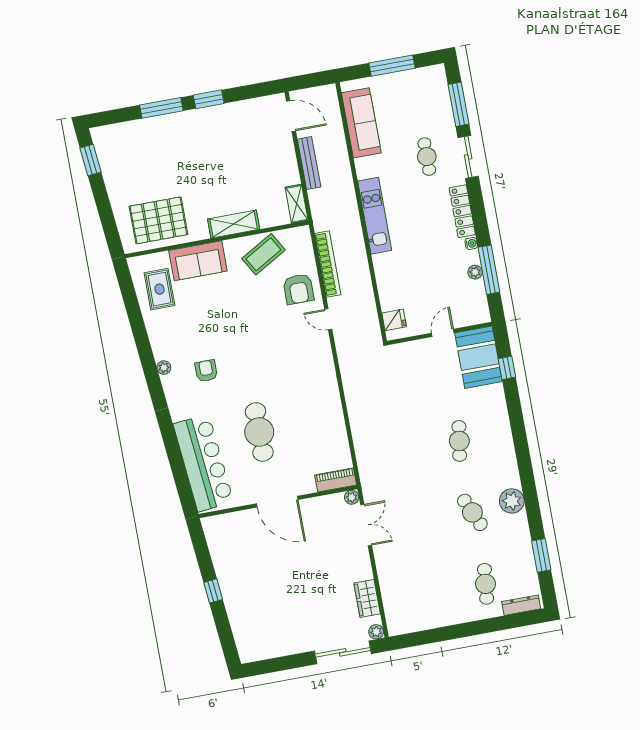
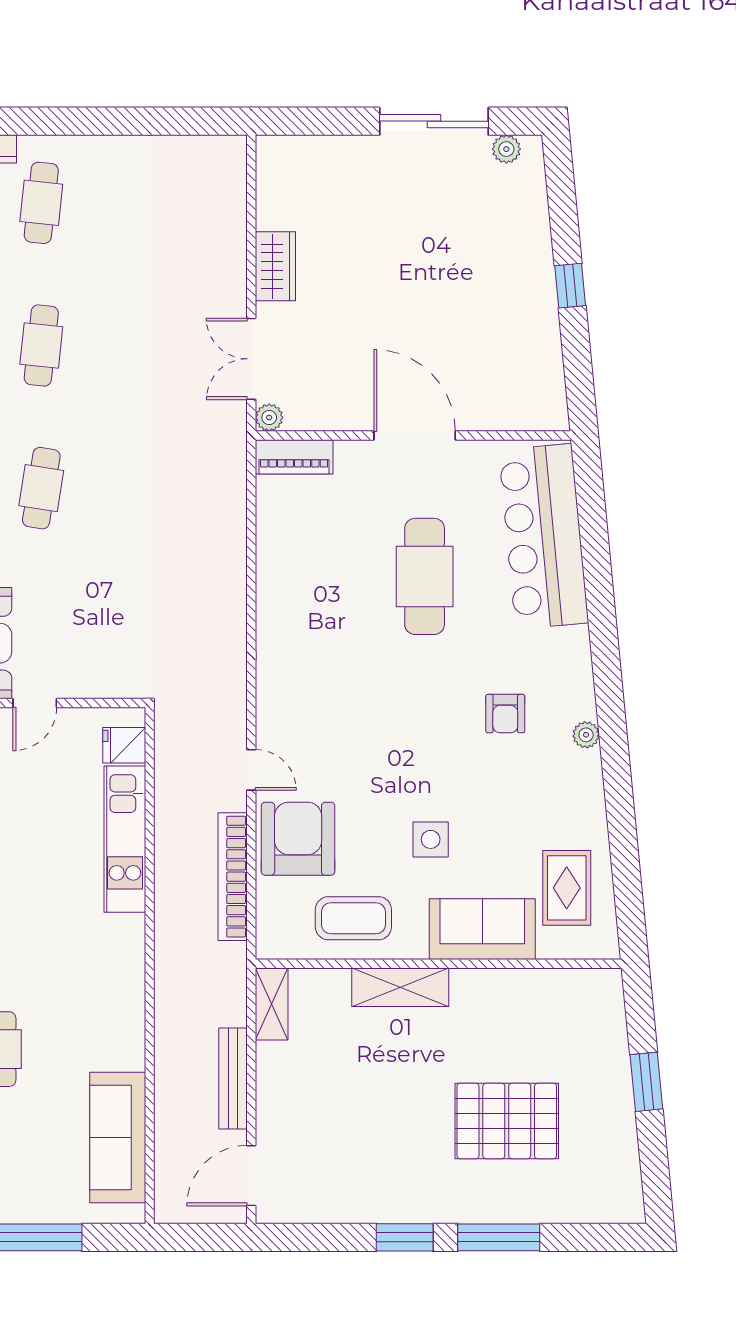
door: (291, 116) -> (251, 1176), hinge flipped
window: (91, 160) -> (646, 1082), moved
kitchen unit: (375, 216) -> (125, 839), moved
pallet: (158, 220) -> (507, 1121), moved
coffee table: (263, 254) -> (353, 918), turned 30
armchair: (299, 289) -> (298, 839), width x1.36, depth x1.36
side table: (232, 301) -> (431, 839), added
cafe table: (472, 512) -> (41, 345), turned 30
wardrobe: (367, 598) -> (275, 266), moved
plant: (376, 632) -> (506, 149), moved
sliding door: (343, 652) -> (434, 121), moved

